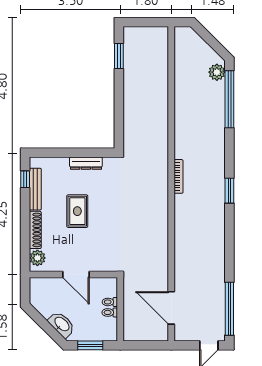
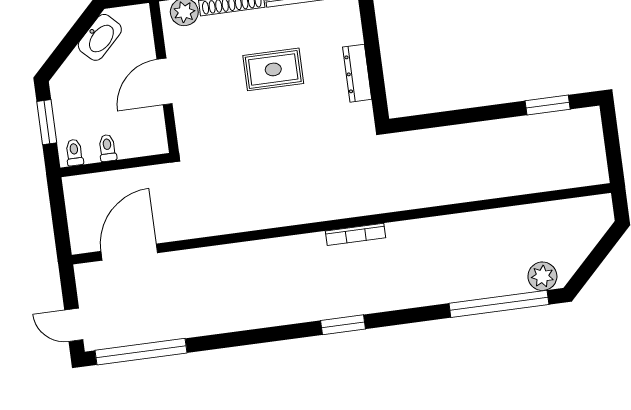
toilet: (110, 302) -> (74, 153), moved
washbasin: (62, 324) -> (100, 37), moved

